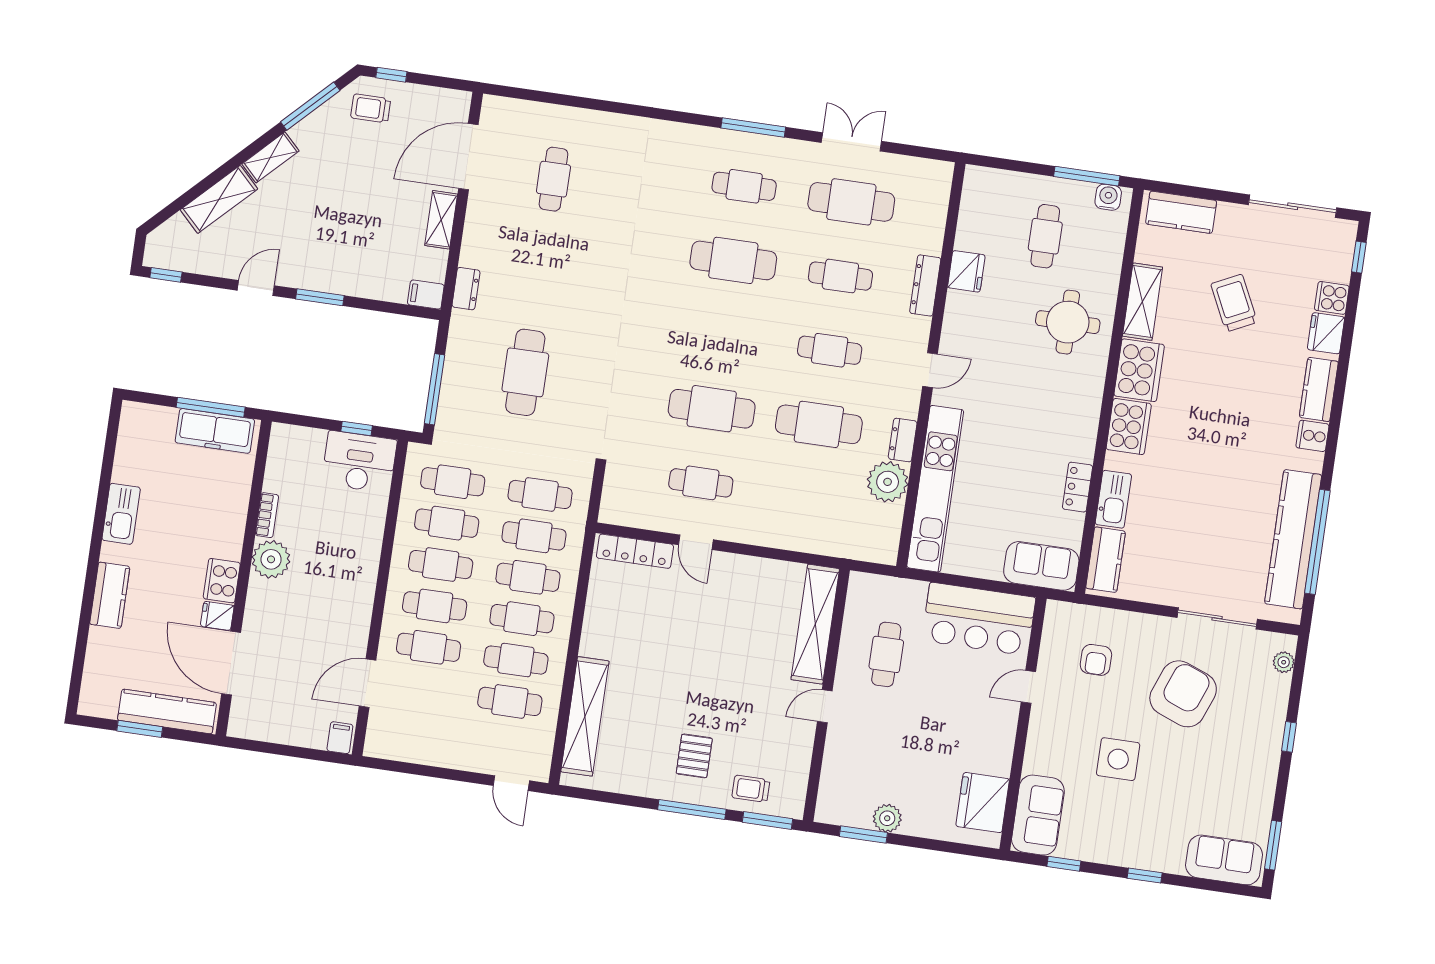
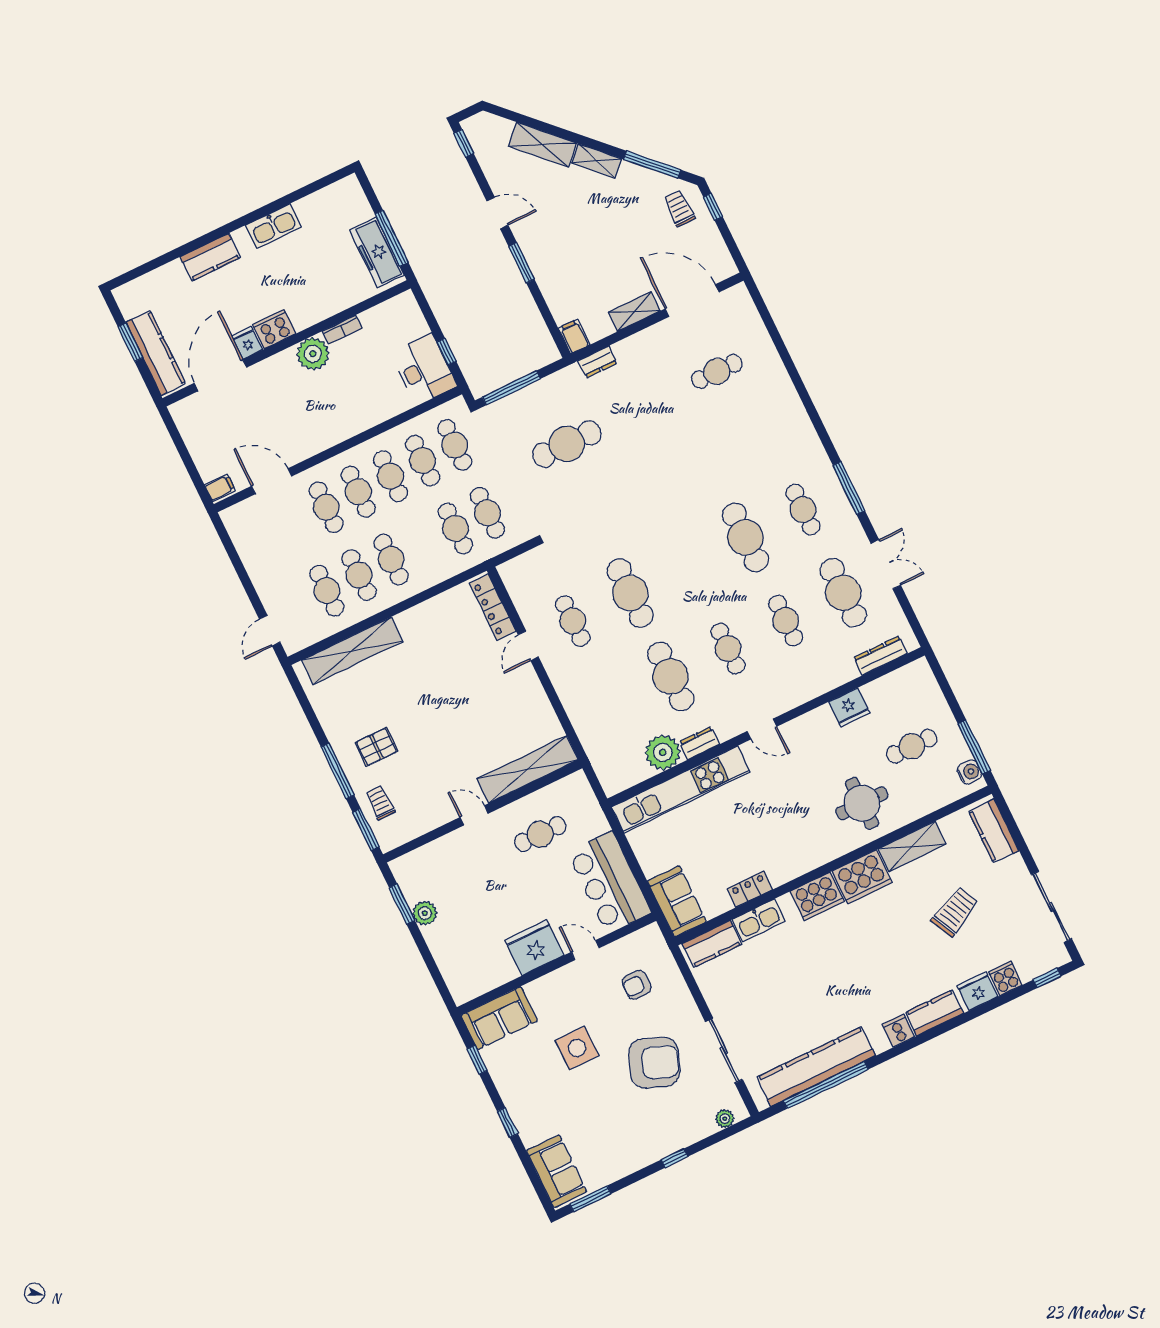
dresser: (925, 285) -> (880, 656), moved
cafe table: (528, 577) -> (423, 544), removed
fridge: (983, 803) -> (534, 948), moved

